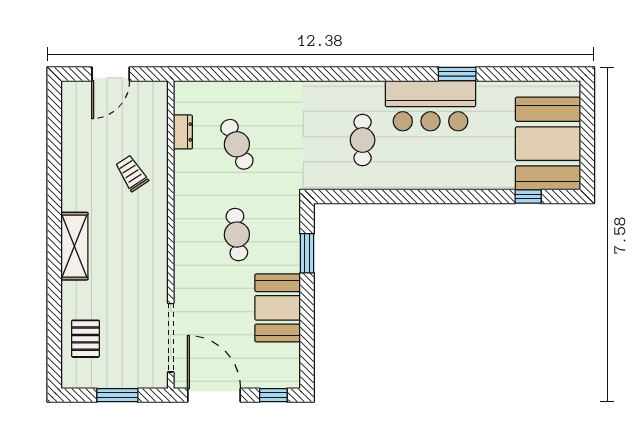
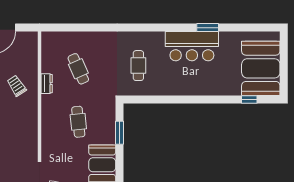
dresser: (183, 132) -> (47, 84), moved
cafe table: (363, 140) -> (138, 66), moved

